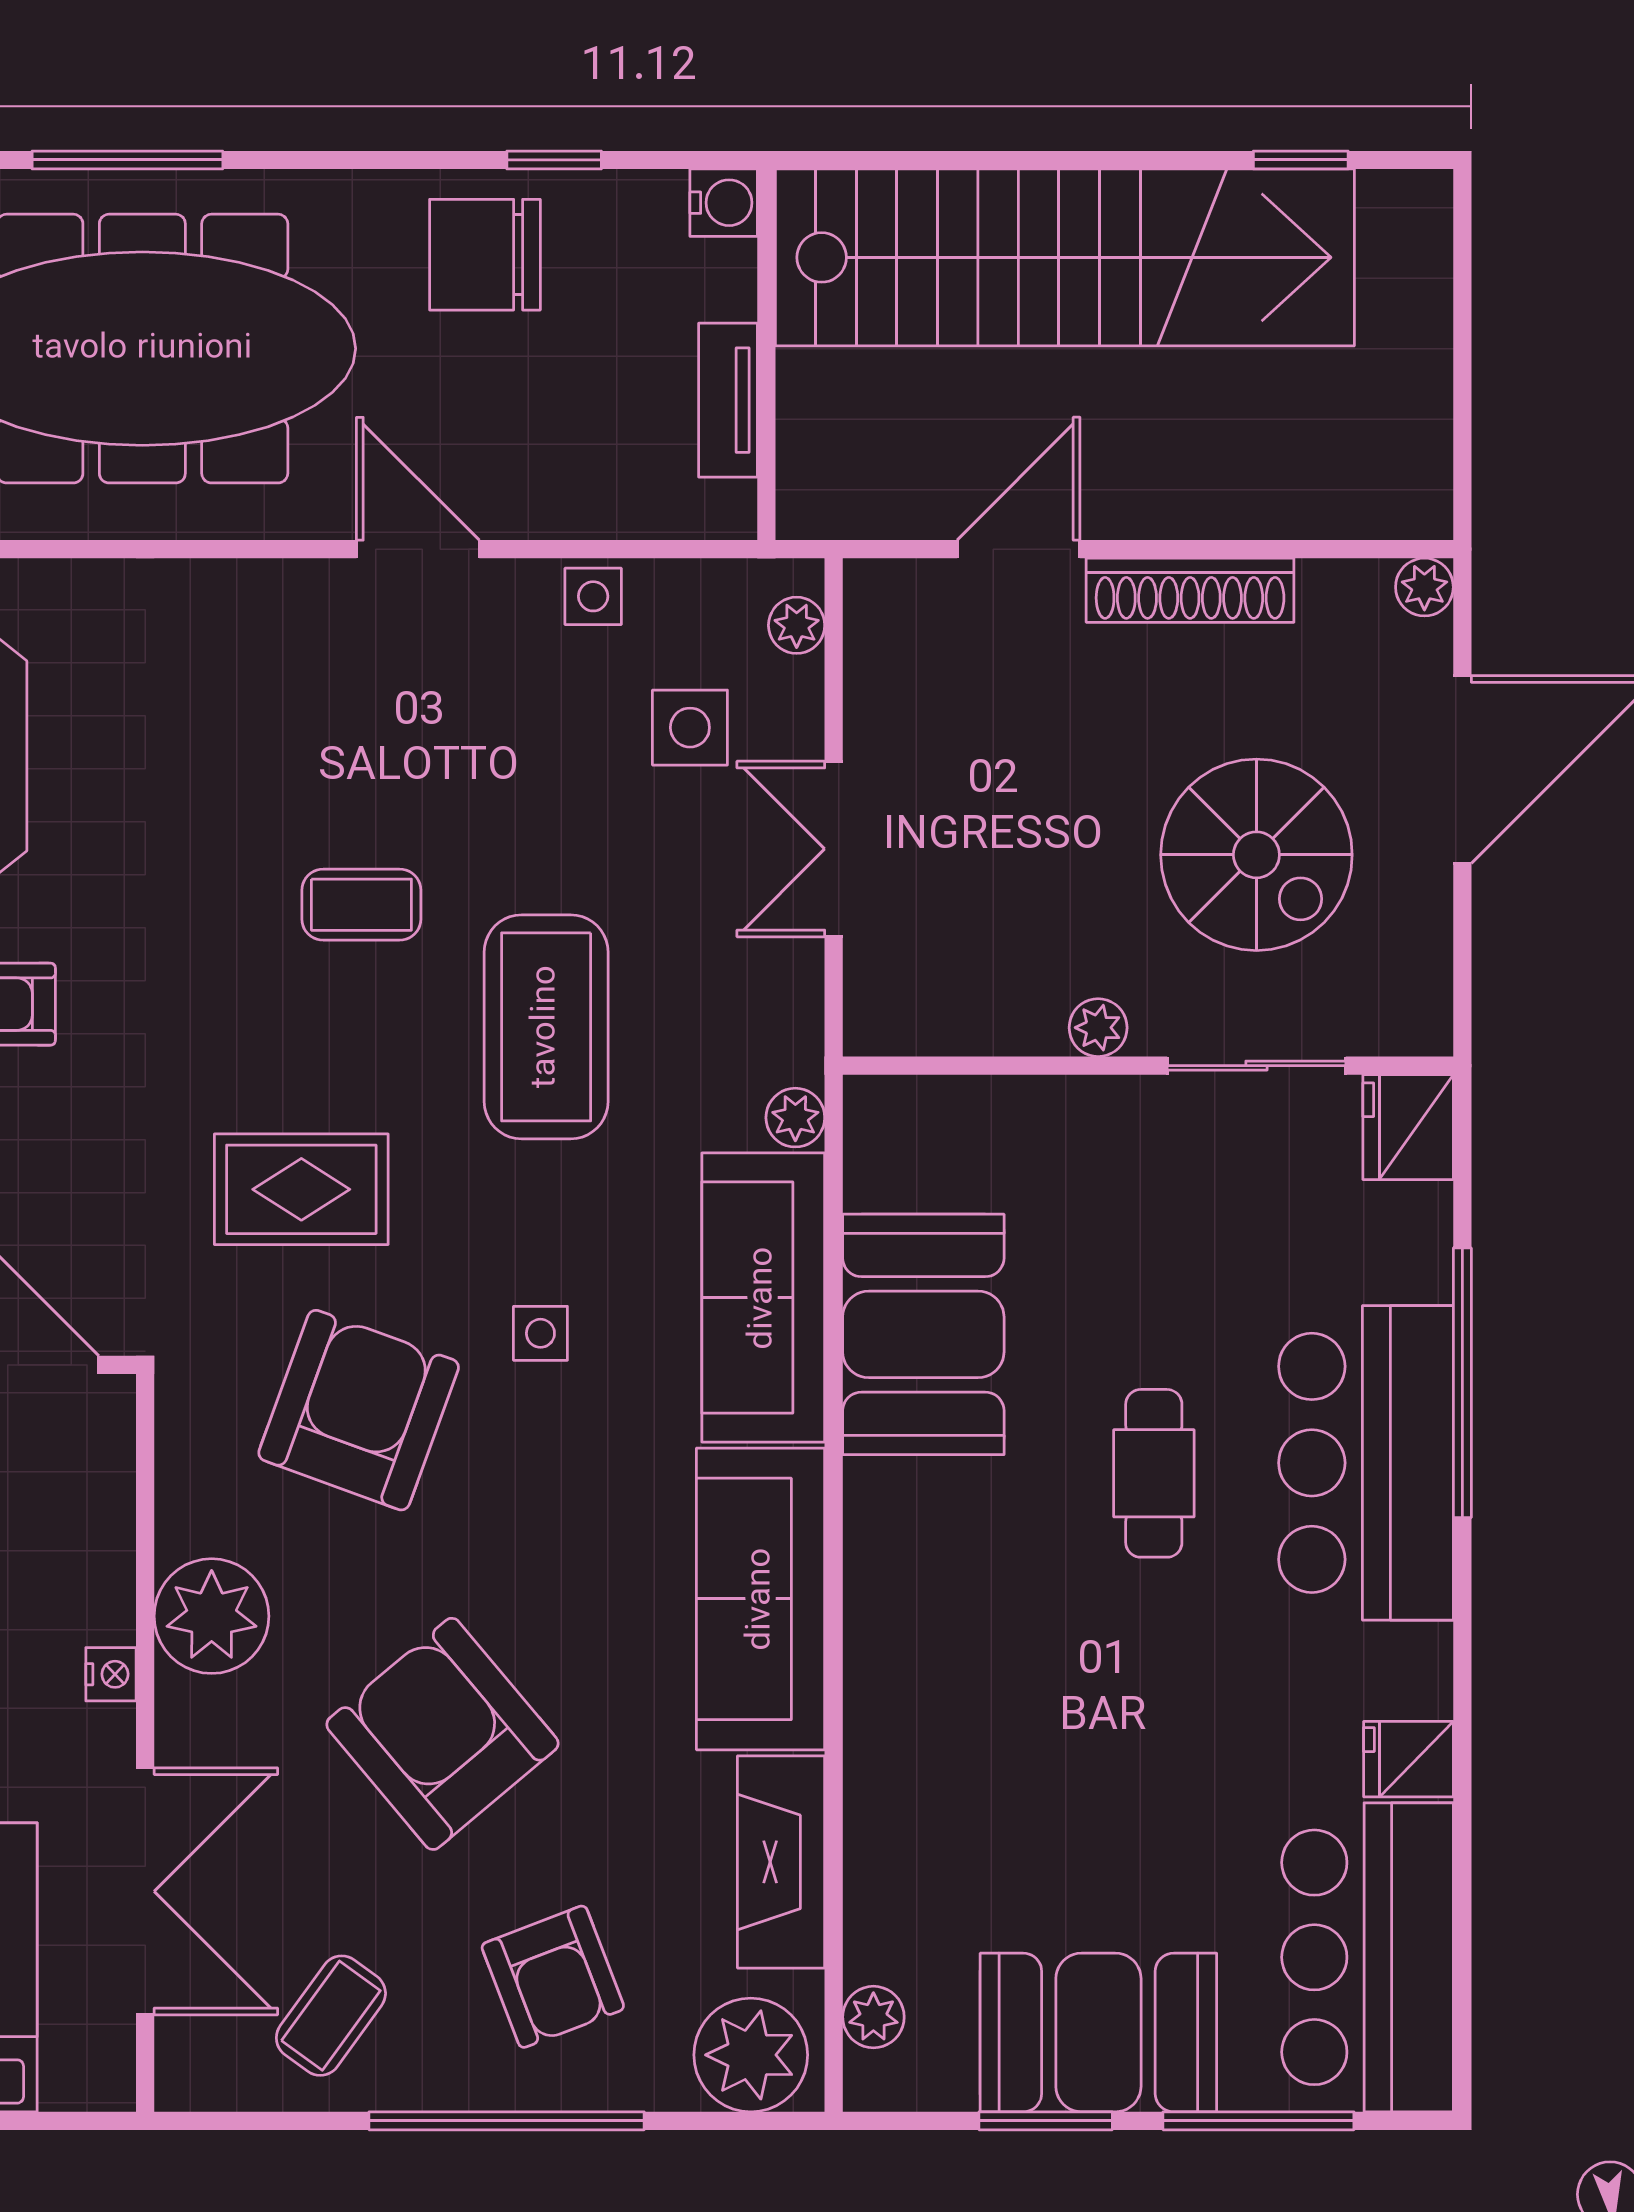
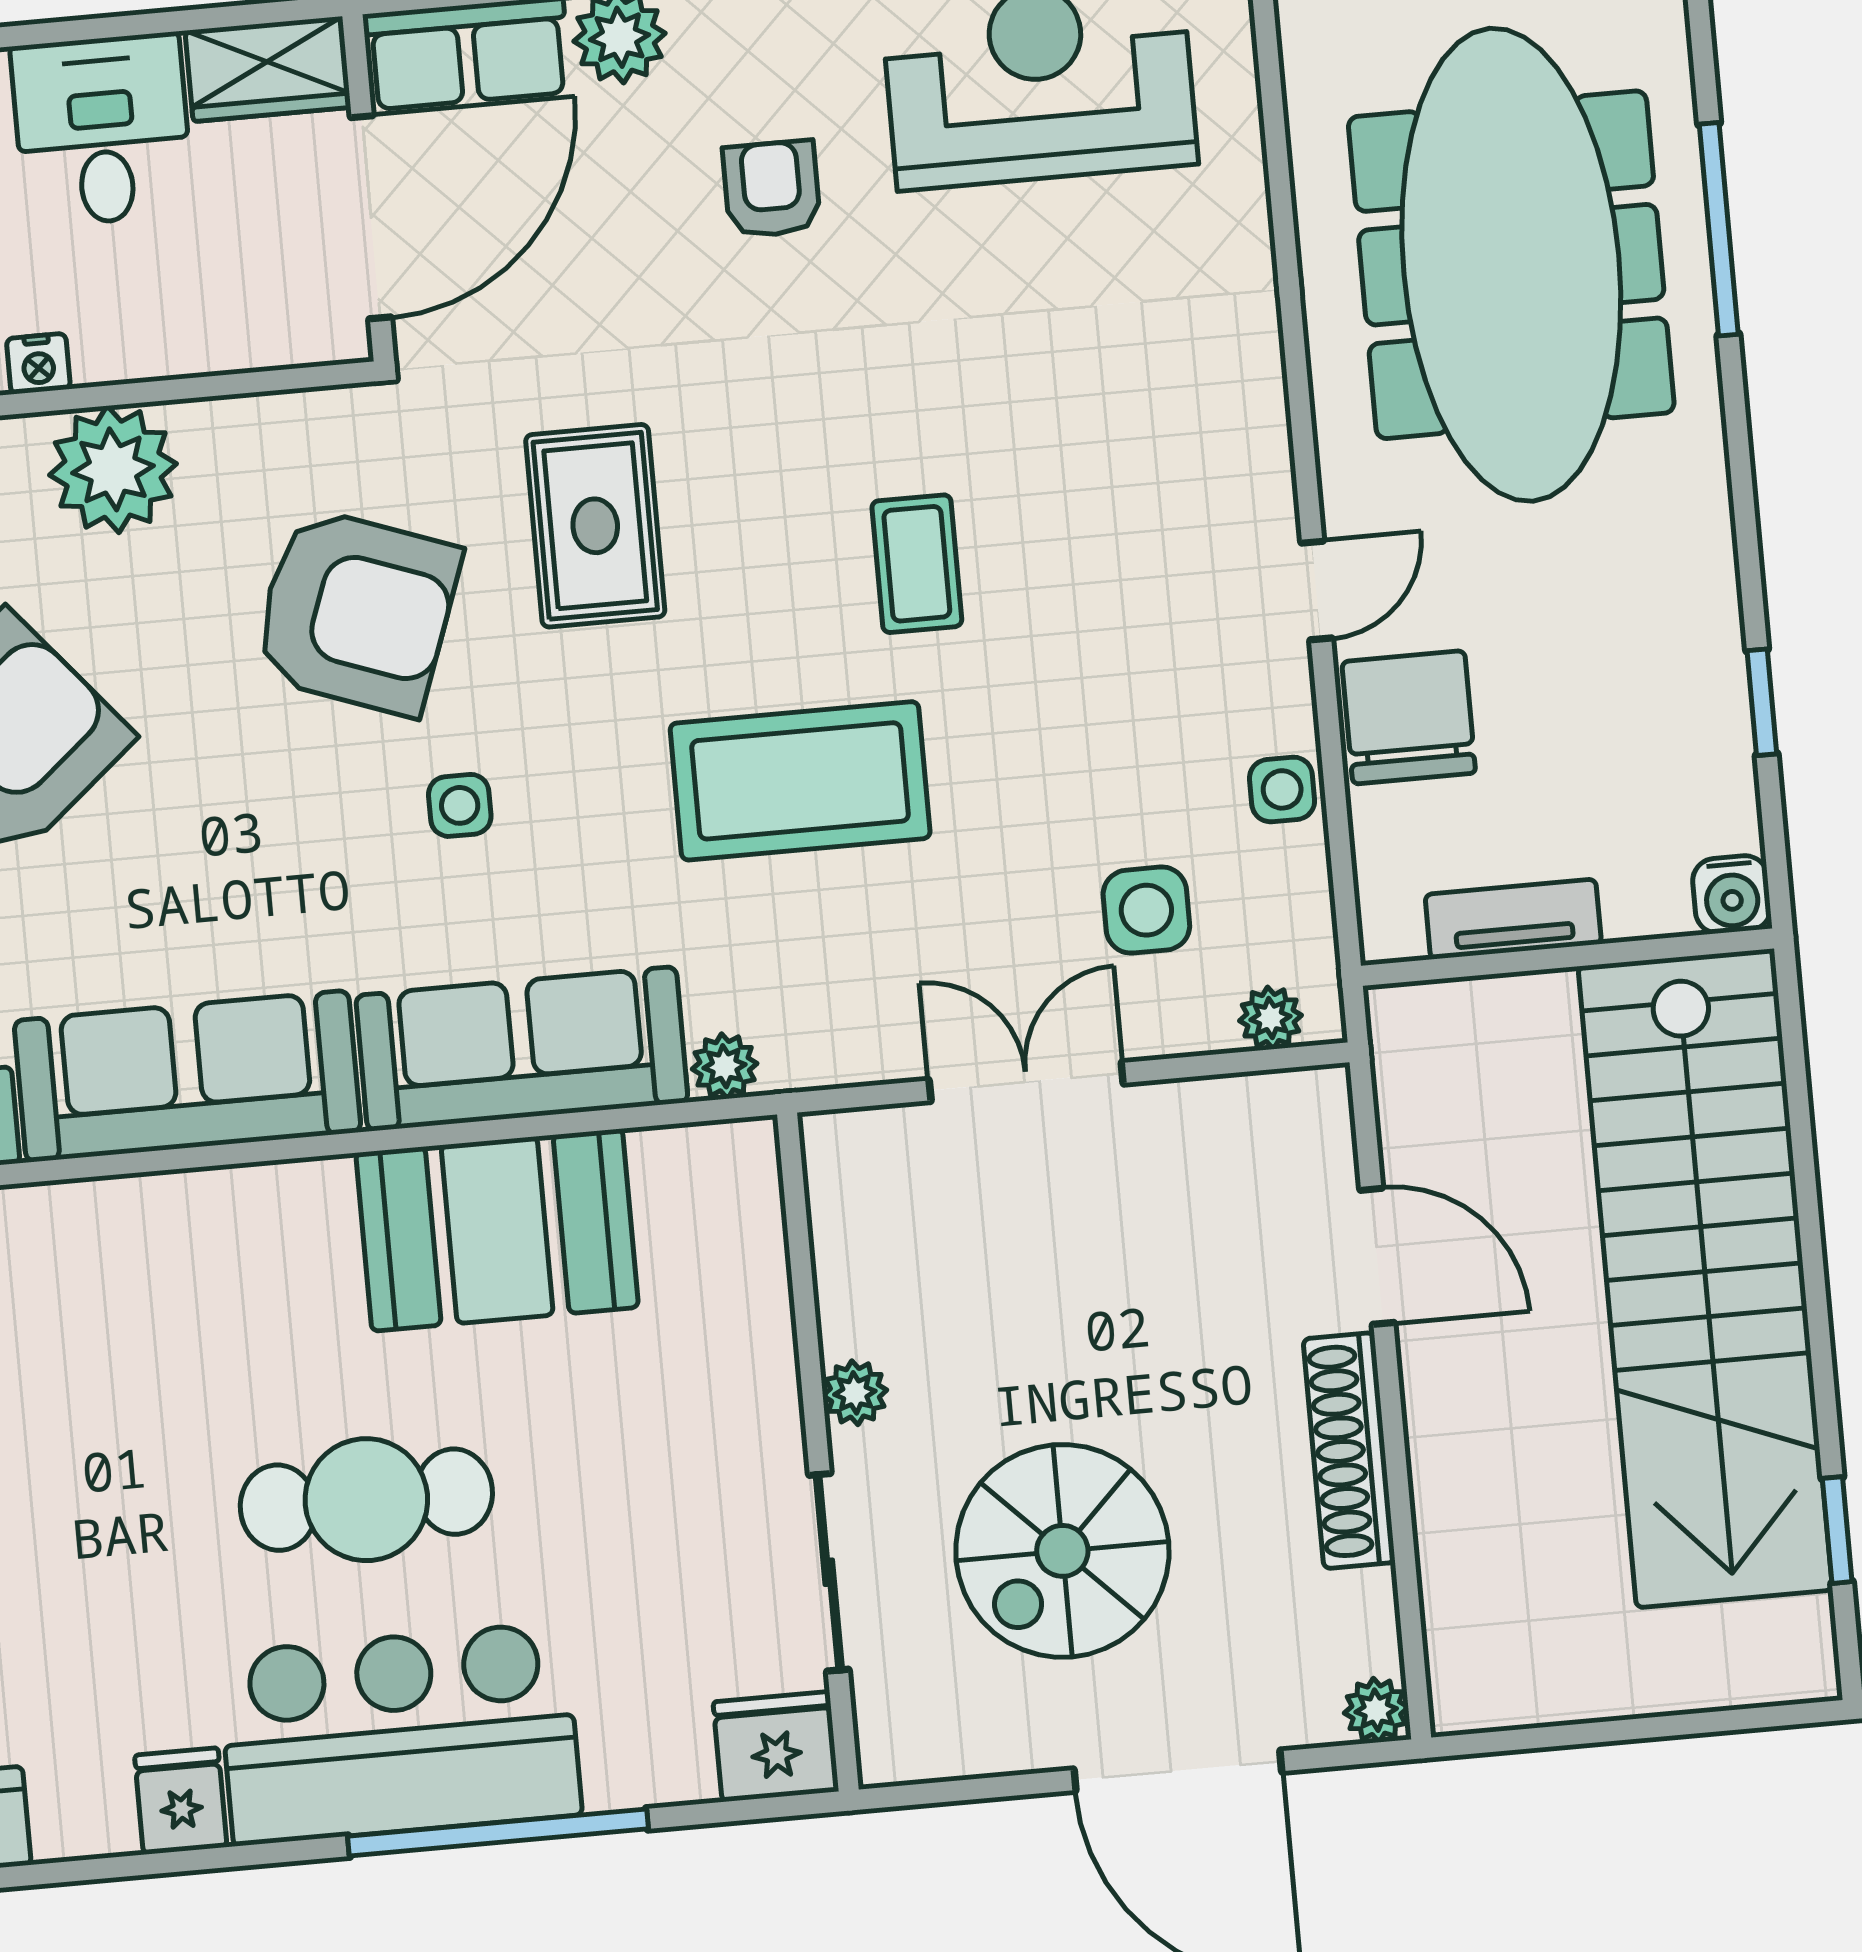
chair: (485, 255) -> (1409, 717), moved
door: (418, 549) -> (1317, 590), width x0.73
cafe table: (1154, 1473) -> (366, 1500), width x1.37, depth x1.35
fridge: (1408, 1759) -> (181, 1801), moved

